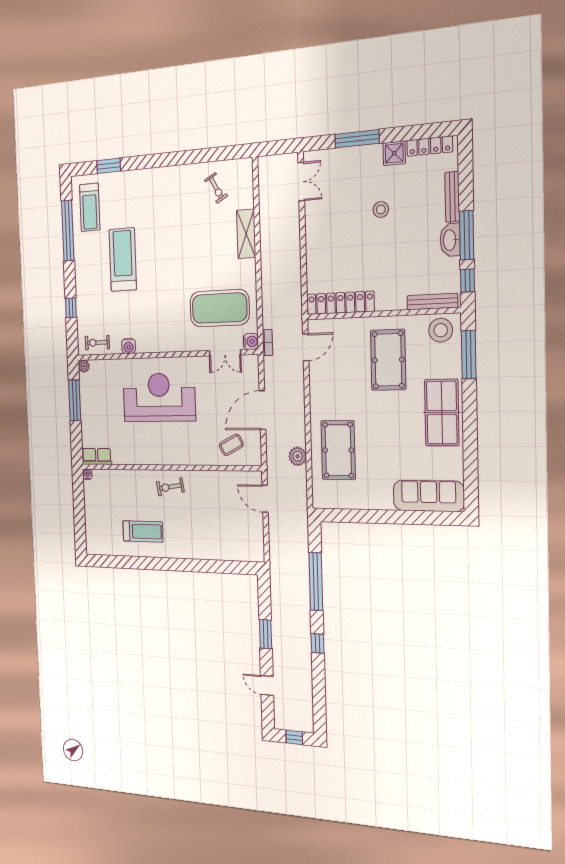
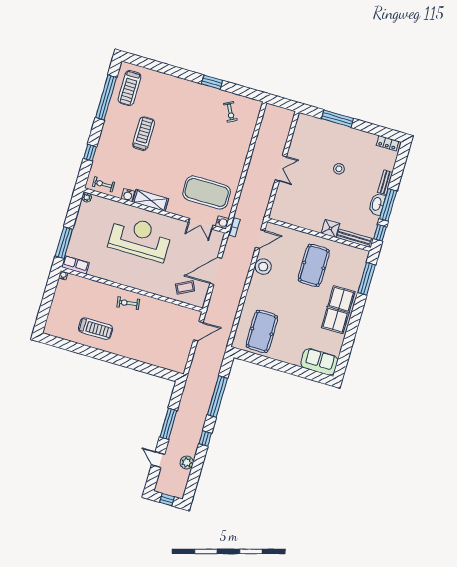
locker: (430, 146) -> (387, 143), width x0.66
shower: (394, 153) -> (330, 228), moved
window: (109, 166) -> (212, 82), moved
double door: (301, 182) -> (281, 168), moved
bench: (452, 197) -> (385, 182), width x0.73
shelving: (246, 234) -> (151, 200), moved, turned 90
treadmill: (123, 260) -> (144, 134), width x0.73, depth x0.73
locker: (341, 303) -> (293, 218), removed
stool: (441, 330) -> (263, 267), moved
window: (75, 400) -> (64, 243), moved
pool table: (338, 450) -> (262, 331), moved
plant: (298, 456) -> (187, 462), moved
sofa: (429, 496) -> (319, 362), width x0.73
door: (265, 499) -> (198, 331), swing flipped
window: (266, 634) -> (168, 424), width x1.44

